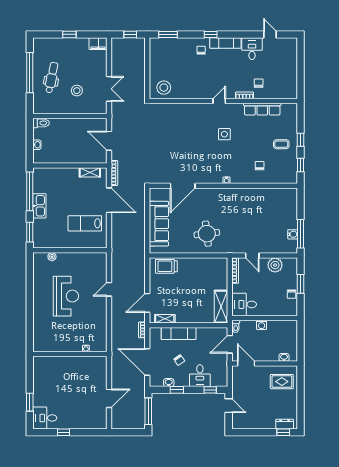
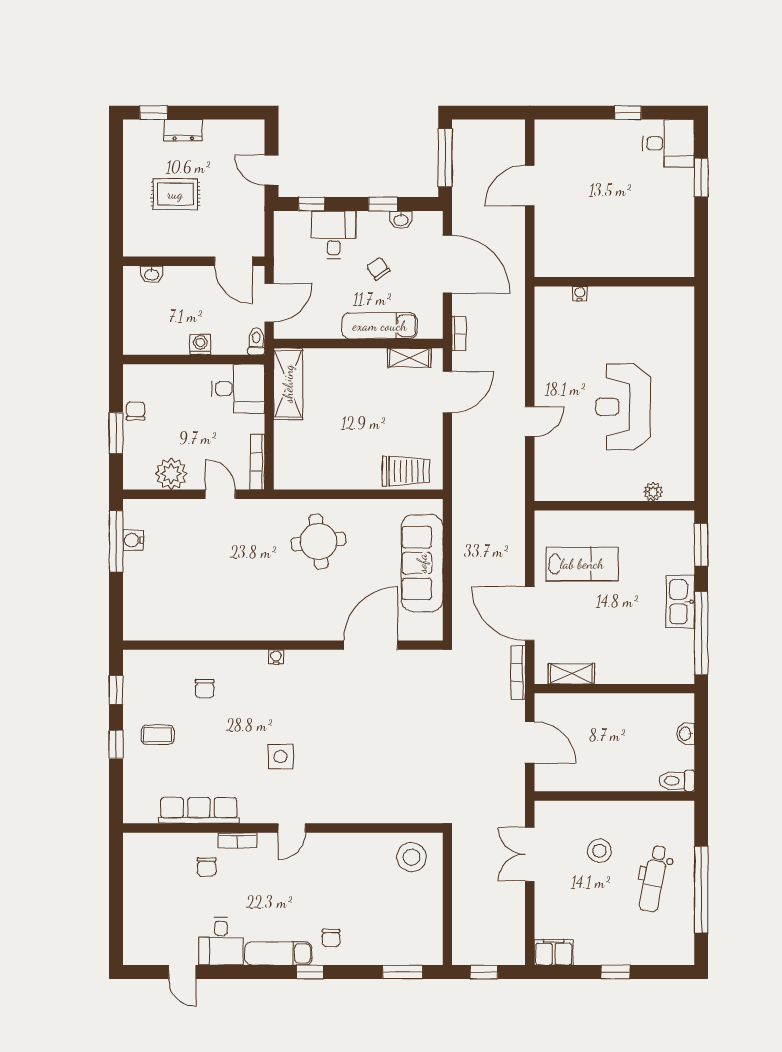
rug: (282, 382) -> (175, 194), moved
dresser: (285, 424) -> (183, 130), moved

